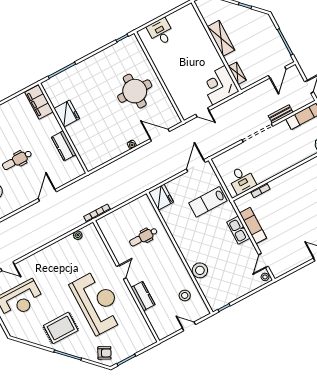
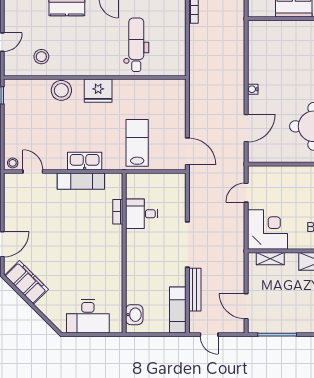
bench: (281, 114) -> (195, 290), width x1.36
desk: (242, 180) -> (142, 214), moved
fridge: (161, 197) -> (98, 91), moved
dental chair: (143, 237) -> (136, 45), width x1.36, depth x1.38

